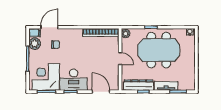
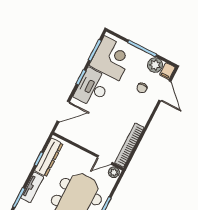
door: (120, 59) -> (105, 160), moved

